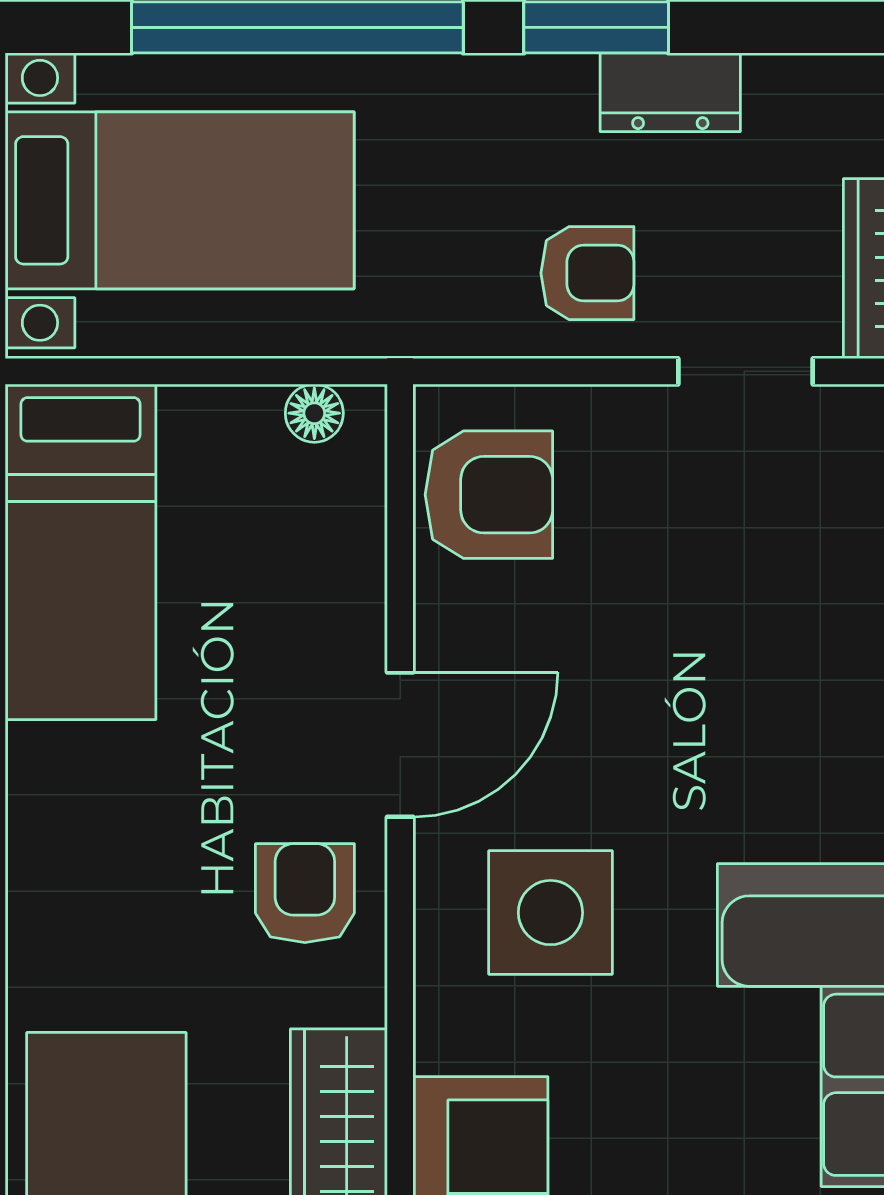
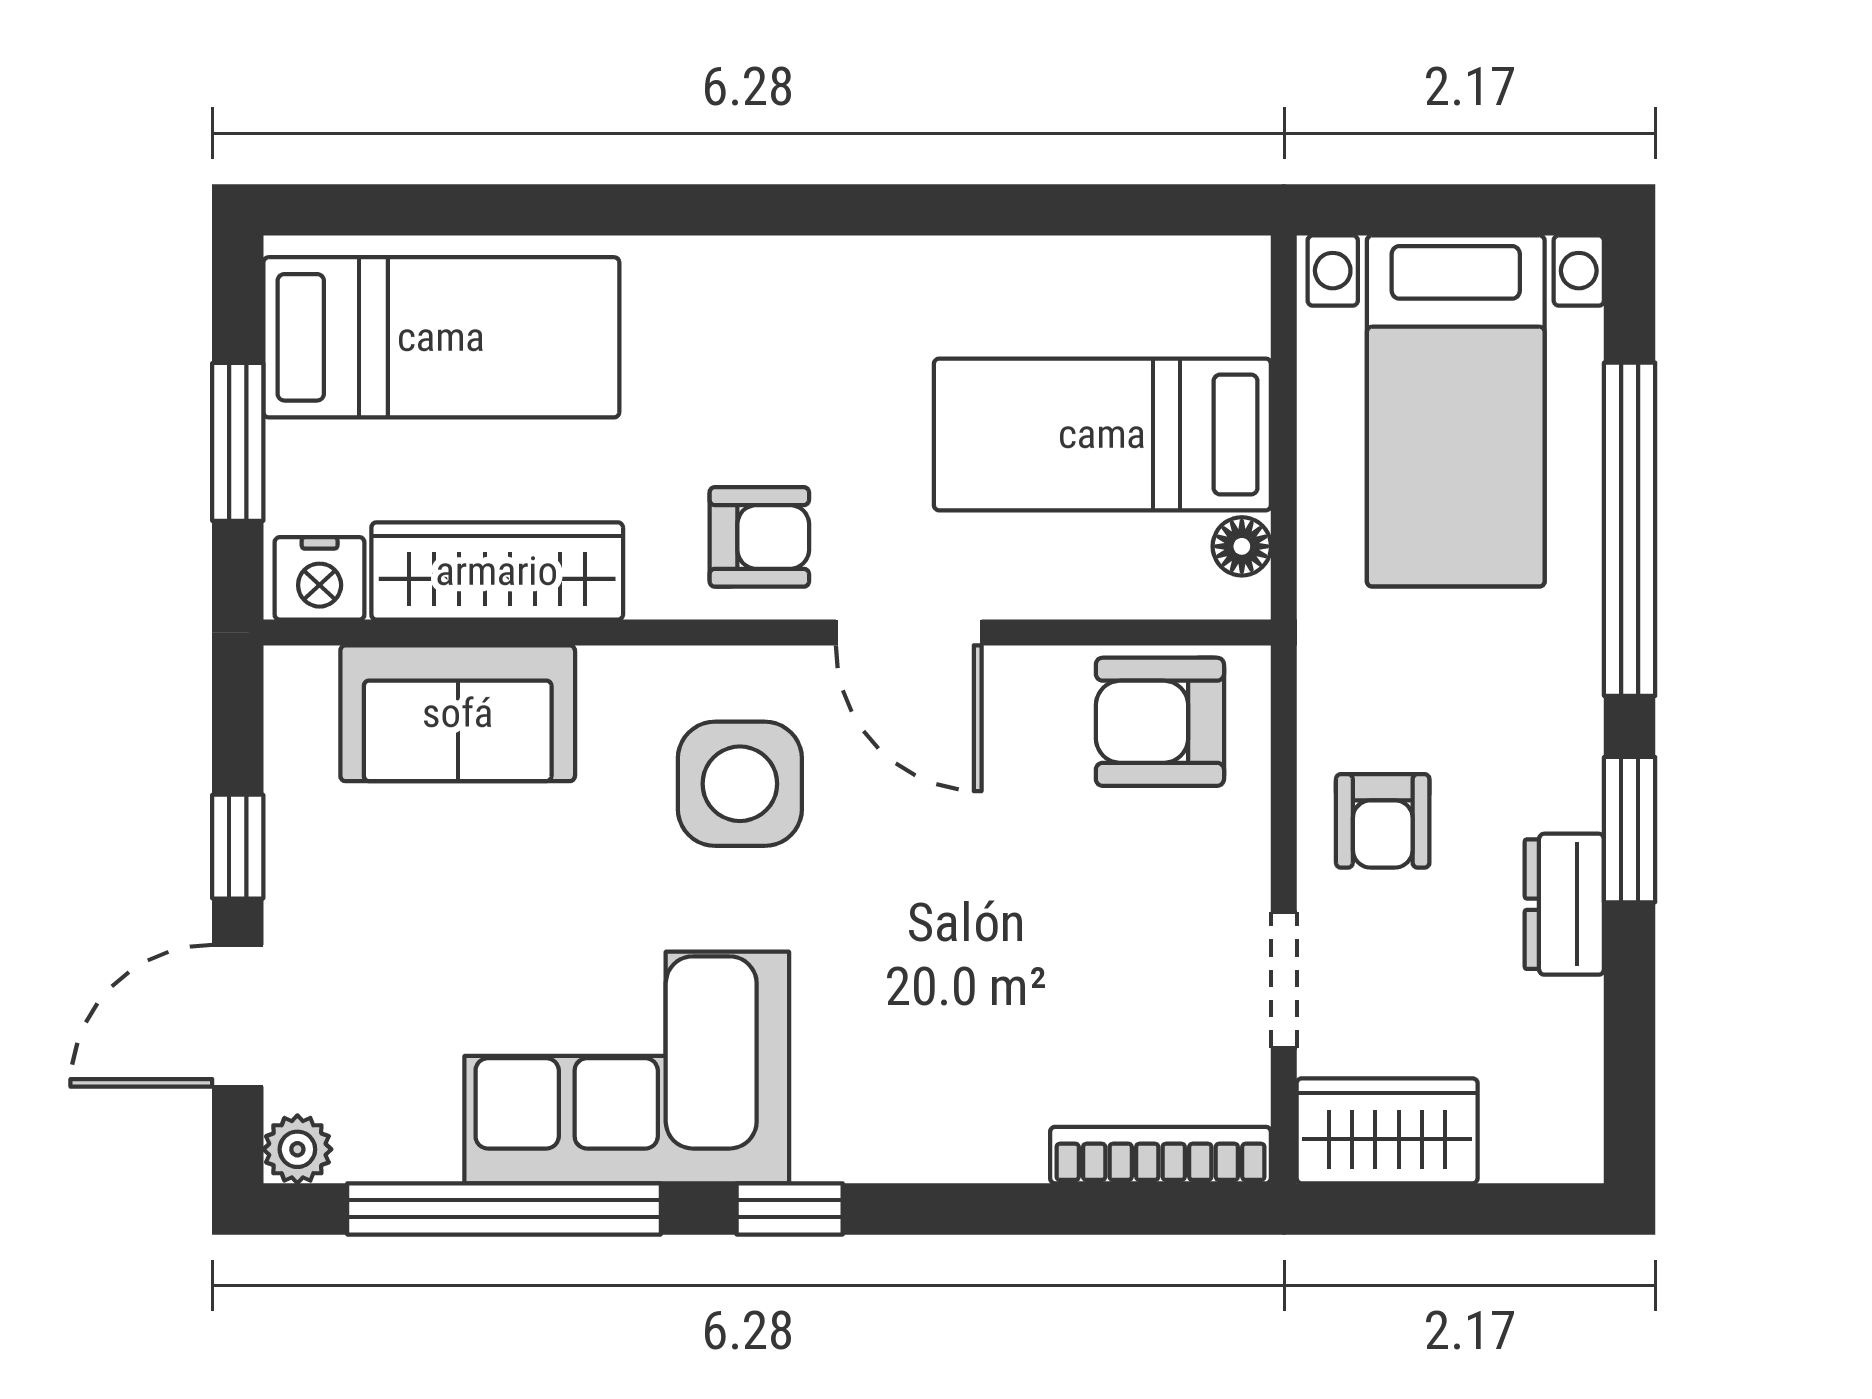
armchair: (489, 495) -> (1160, 722), turned 90
bed: (80, 552) -> (1102, 434), moved

